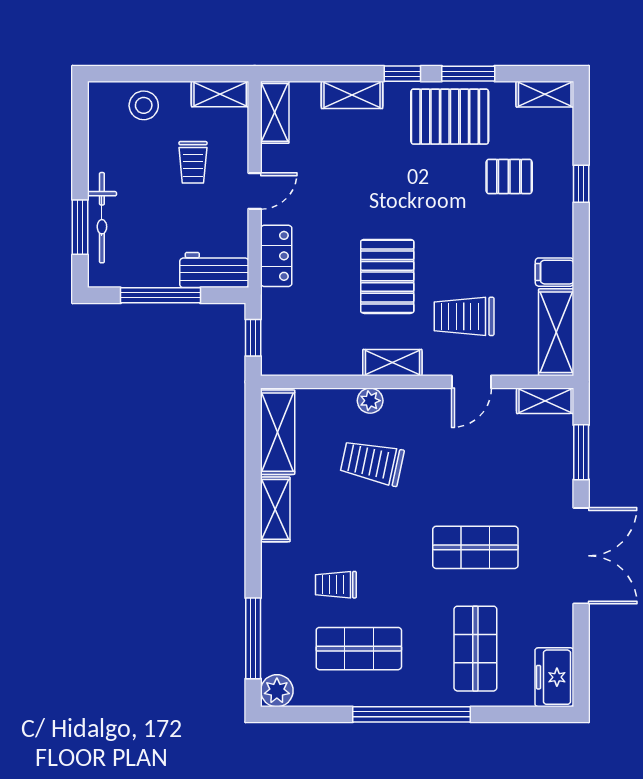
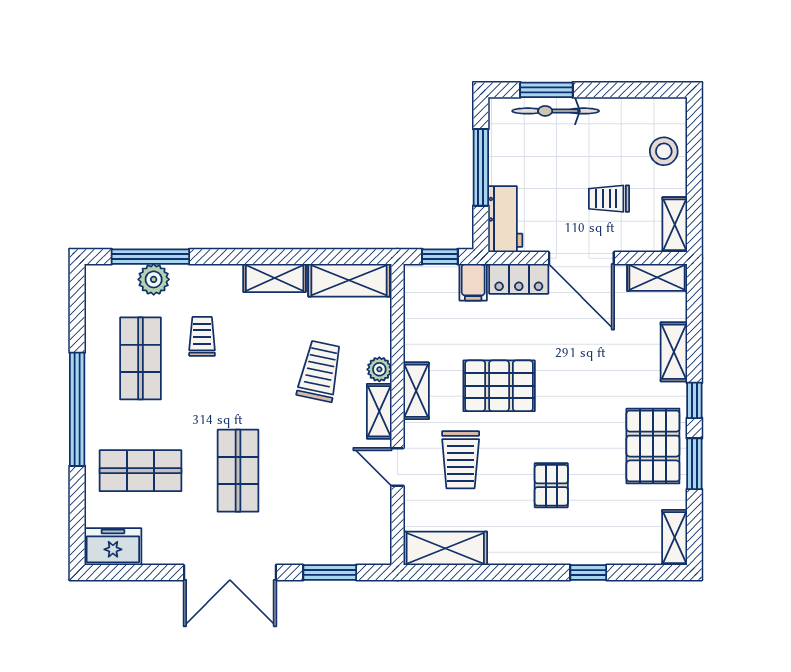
pallet: (509, 176) -> (551, 485), moved
door: (255, 191) -> (581, 258), width x1.88
filing cabinet: (555, 272) -> (473, 282), moved, turned 180
trolley: (464, 316) -> (461, 460), turned 180
shelving: (545, 401) -> (379, 411), moved
plant: (277, 691) -> (154, 279), moved

